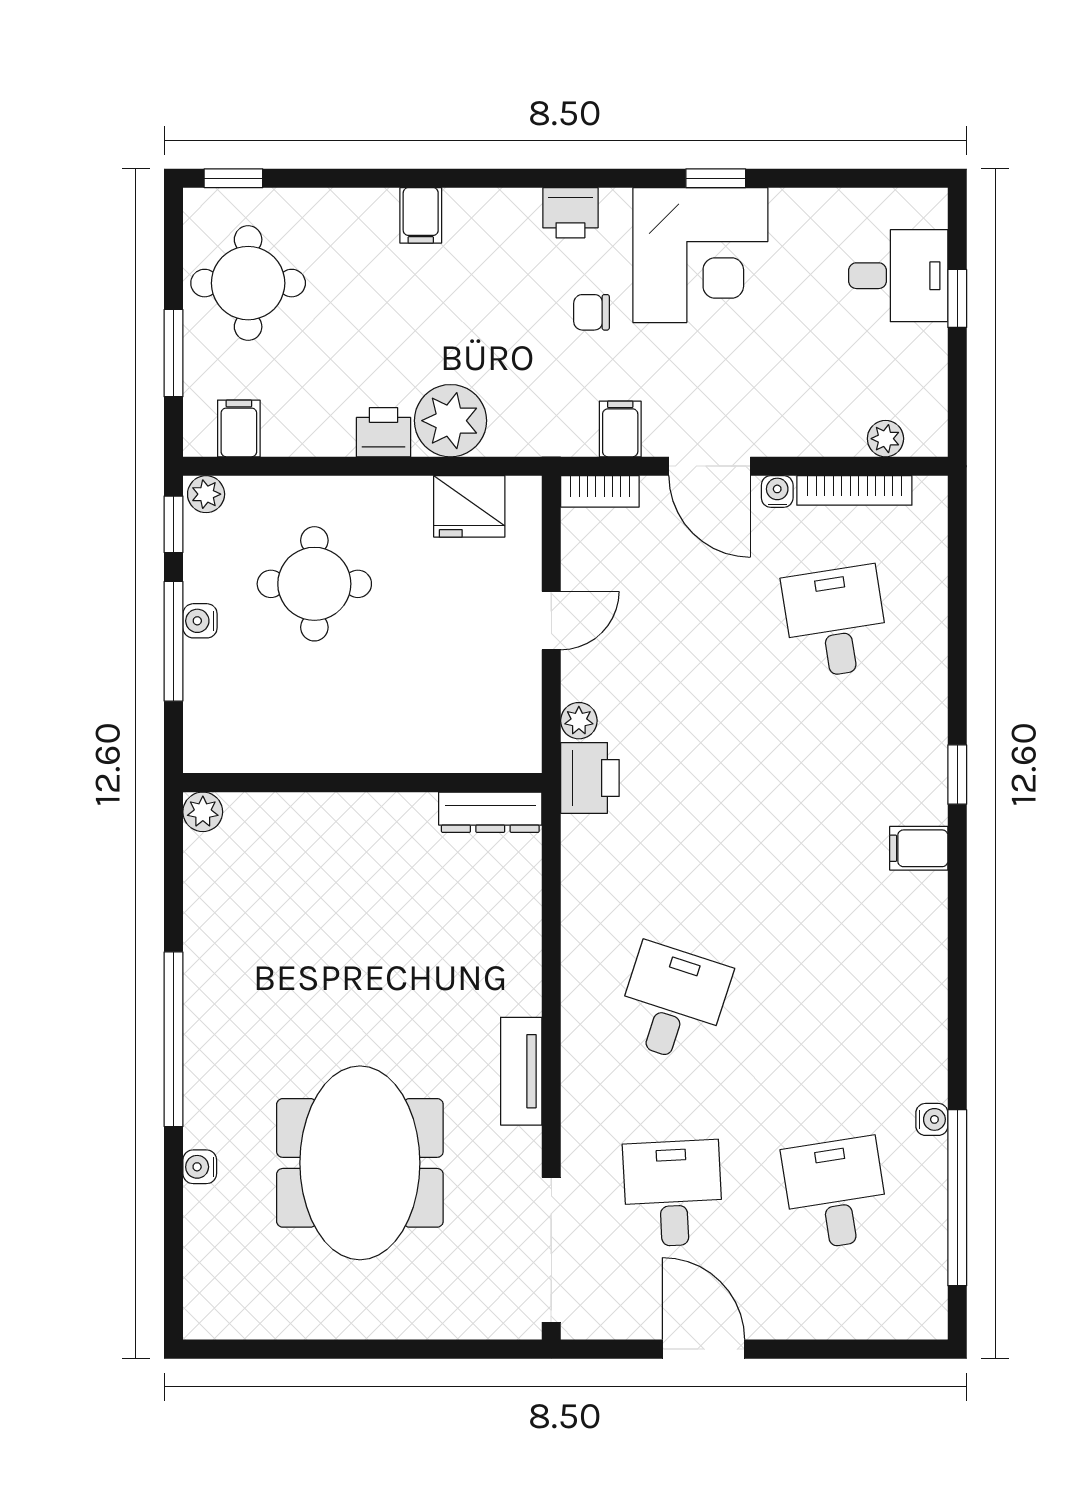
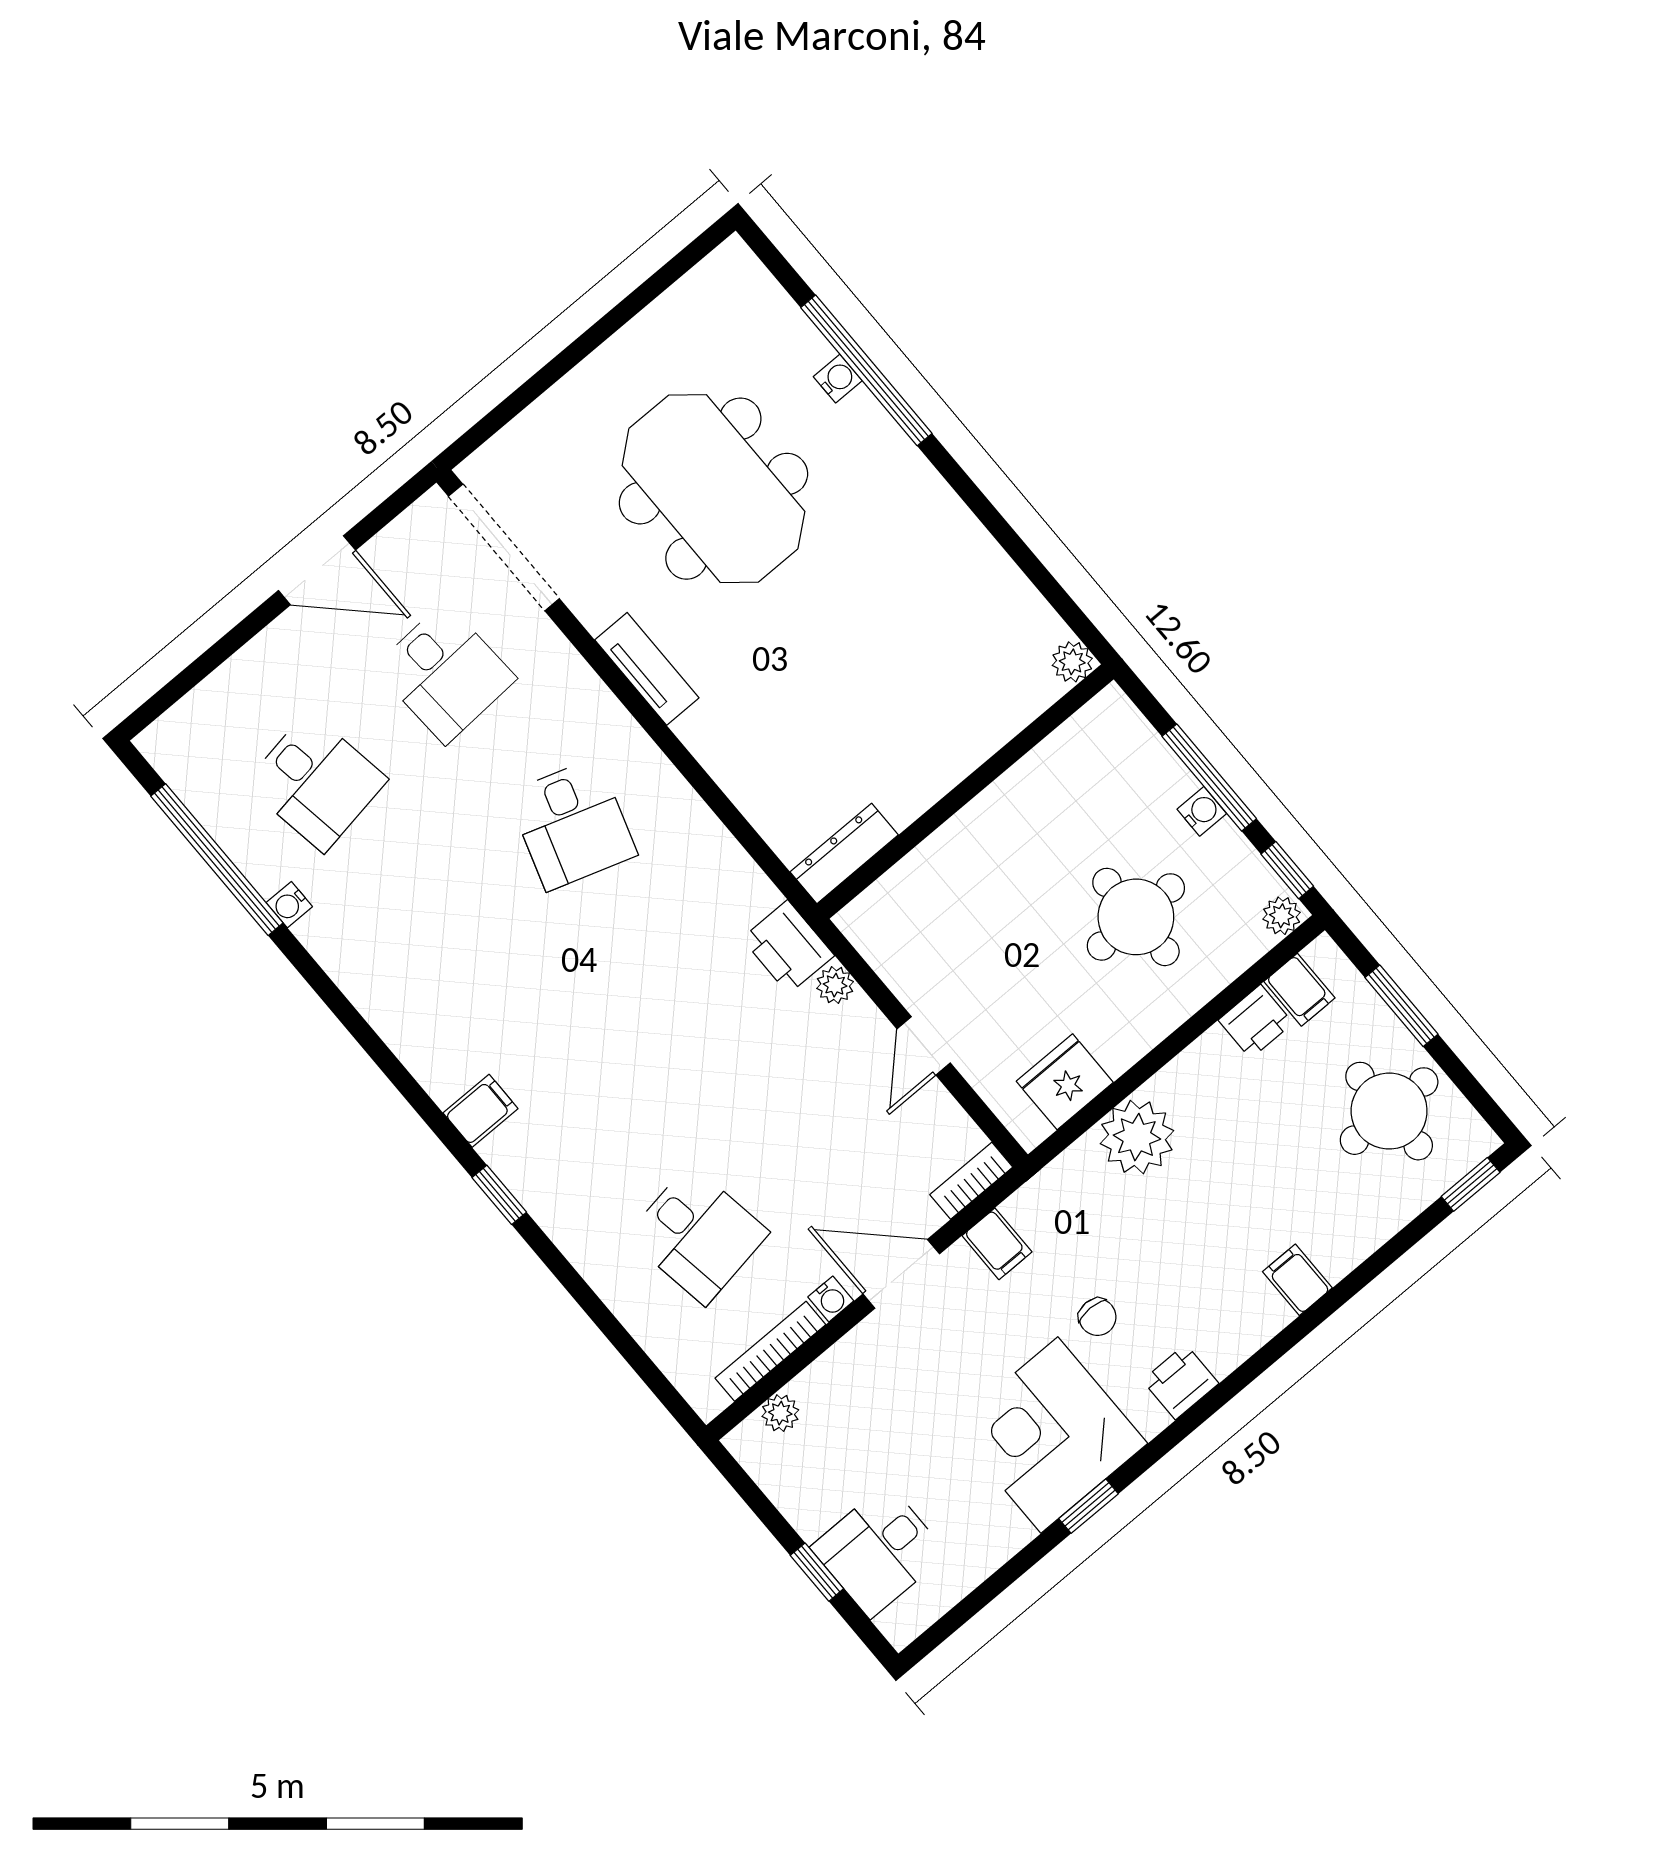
chair: (591, 312) -> (1097, 1317), turned 90
printer: (384, 432) -> (1256, 1022), moved
window: (174, 1039) -> (866, 370), moved

